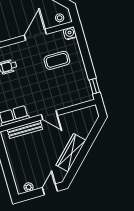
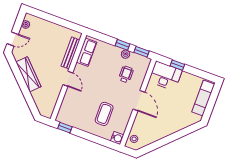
door: (35, 35) -> (139, 101), moved
door: (49, 115) -> (68, 79), swing flipped
door: (50, 189) -> (13, 39), hinge flipped

